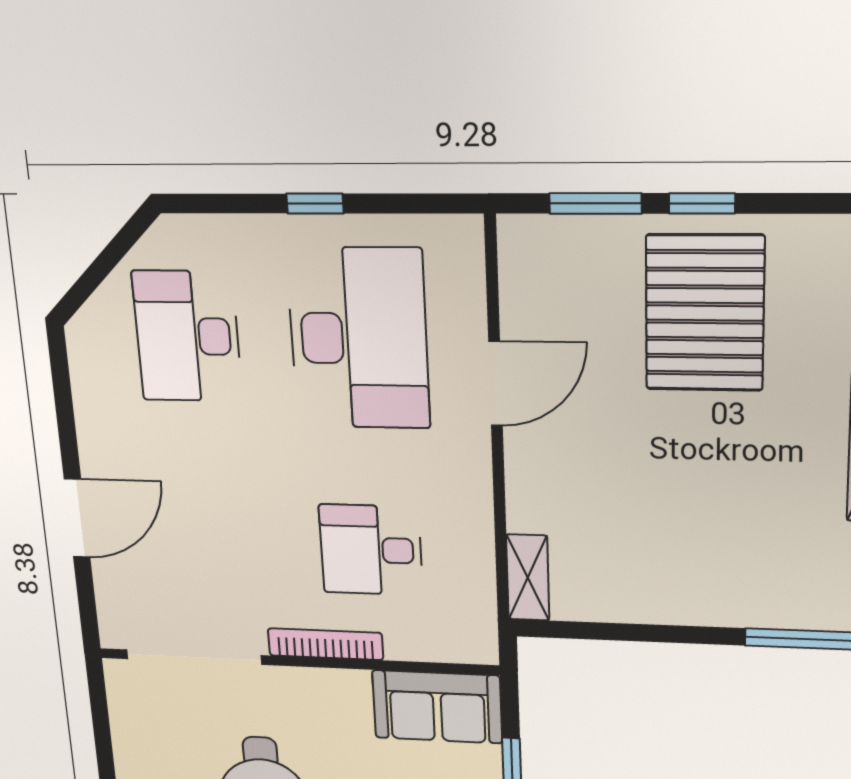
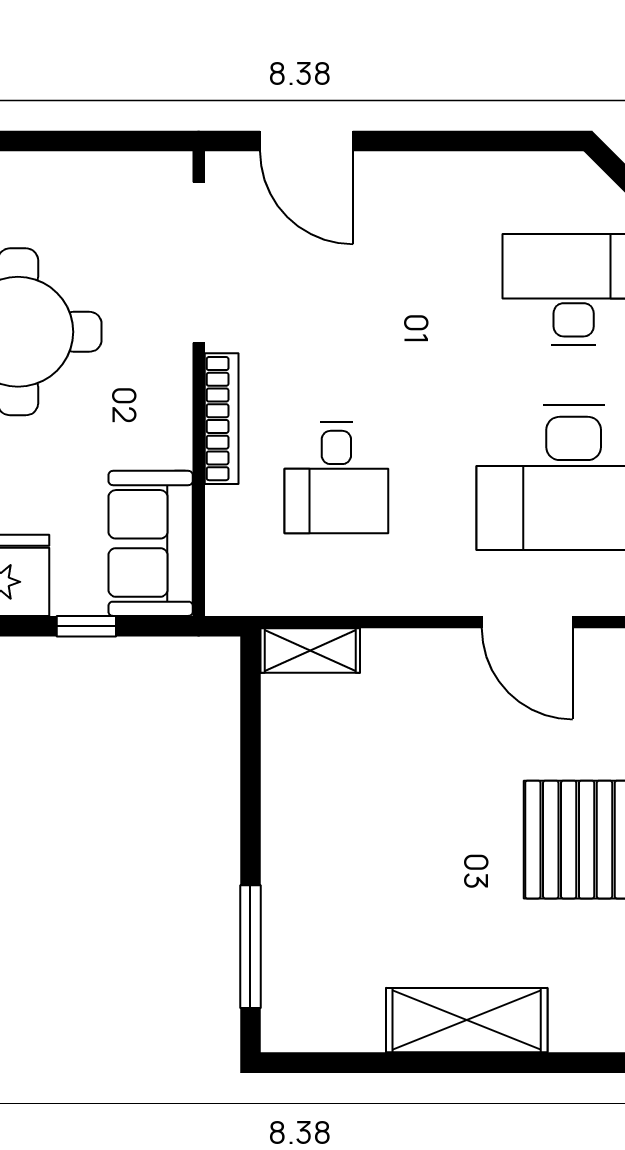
door: (77, 518) -> (306, 141), moved
desk: (371, 550) -> (336, 478), turned 180

